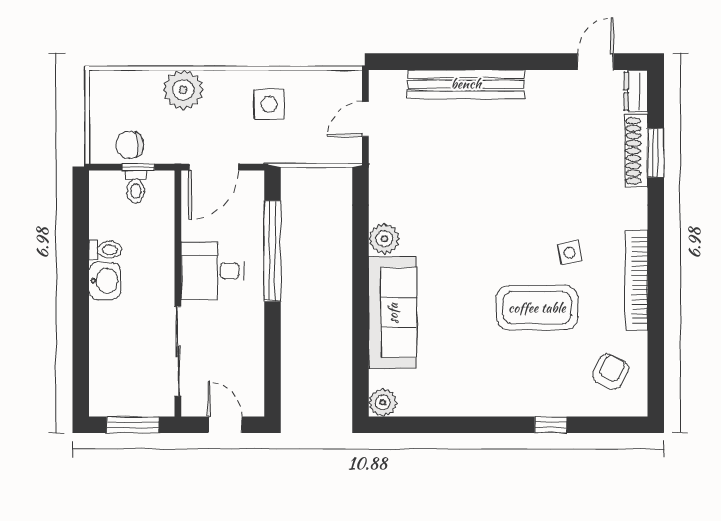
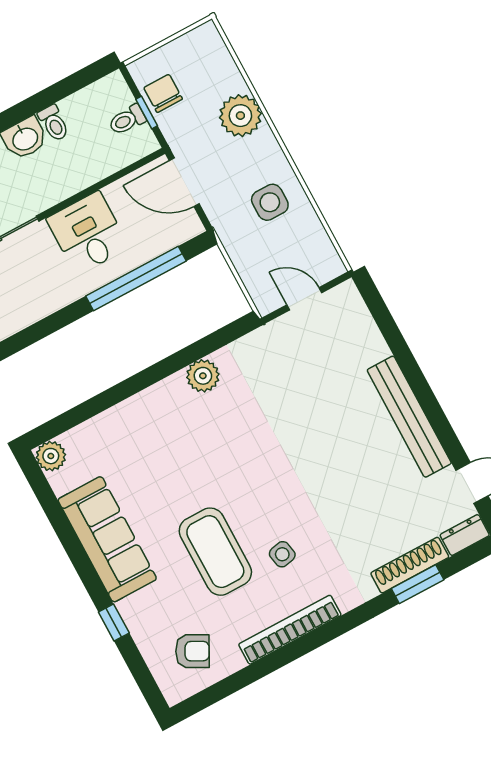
bench: (466, 84) -> (409, 417), moved
sofa: (393, 313) -> (107, 539), moved, turned -90

